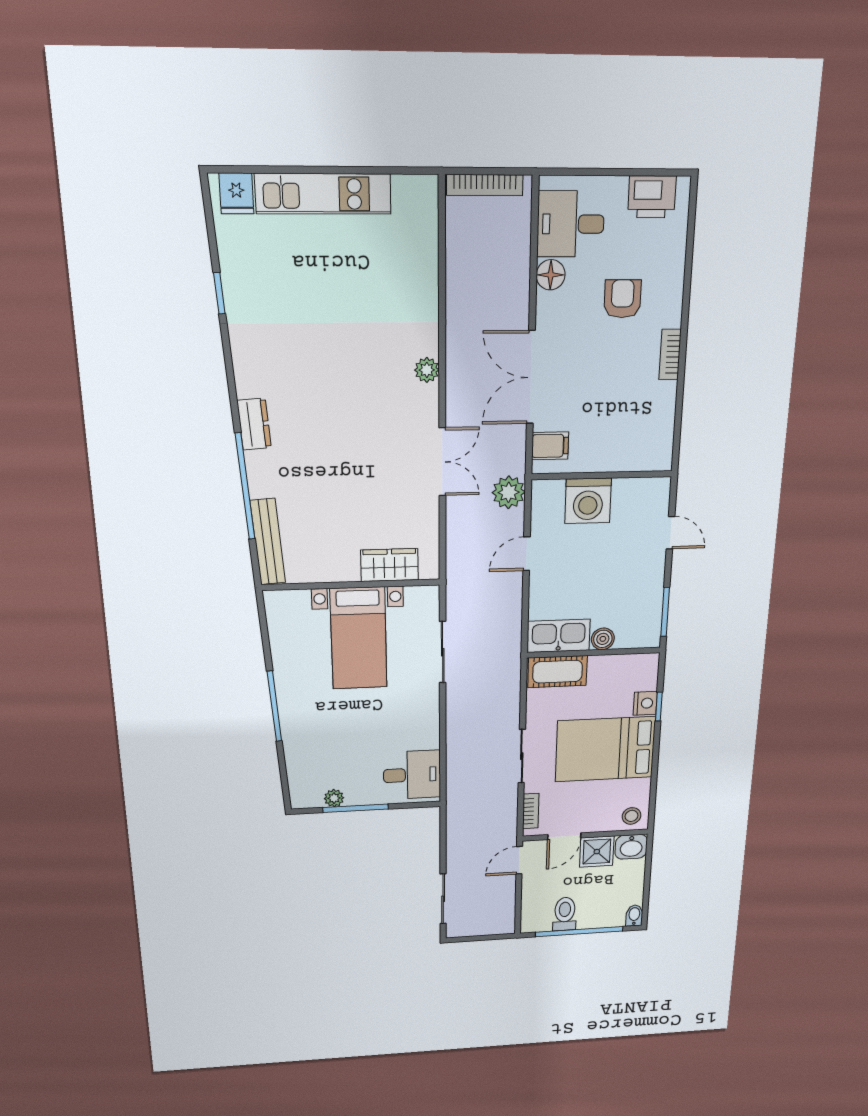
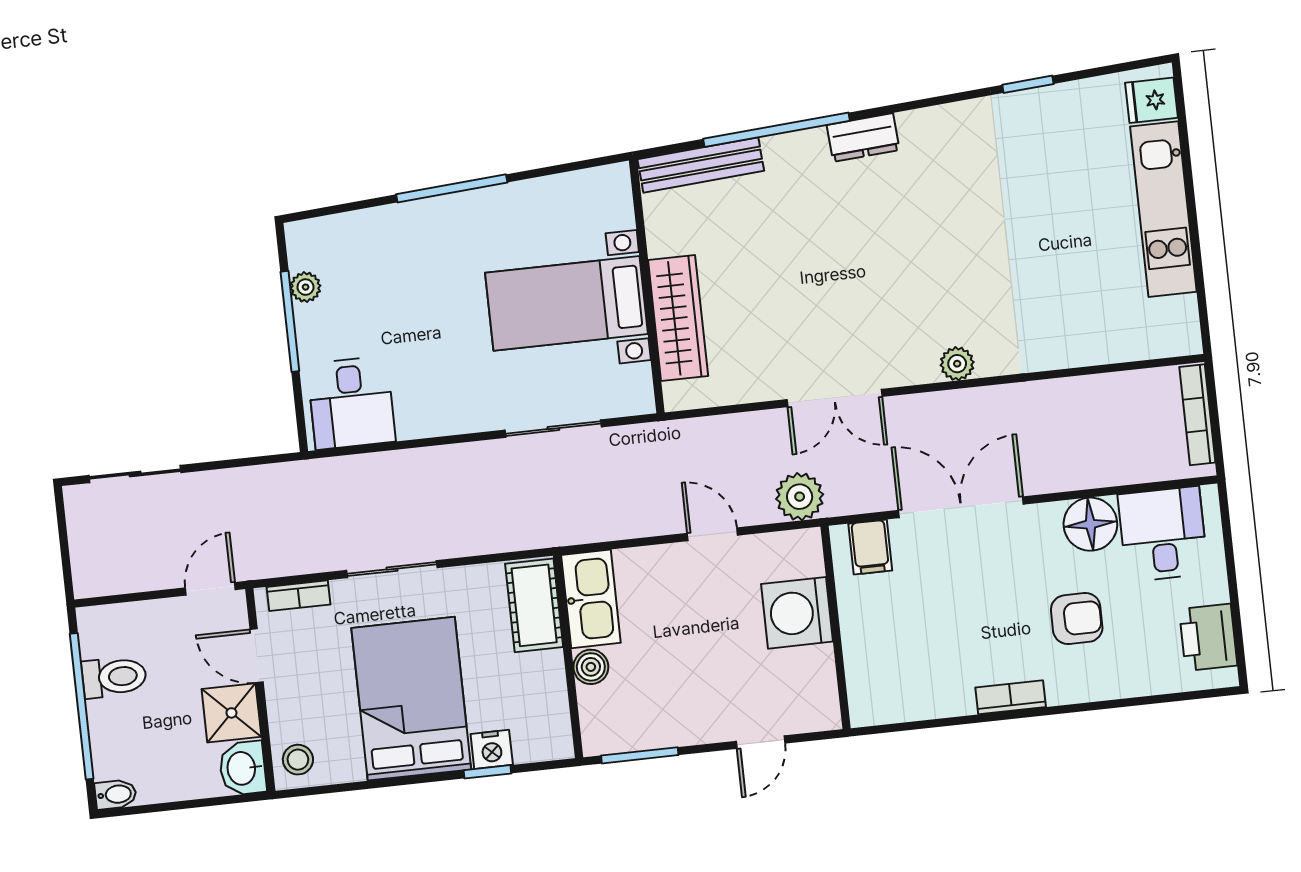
floor lamp: (551, 275) -> (1090, 524), width x1.38, depth x1.38
wardrobe: (390, 565) -> (678, 318), width x1.50
door: (519, 860) -> (210, 589), hinge flipped

